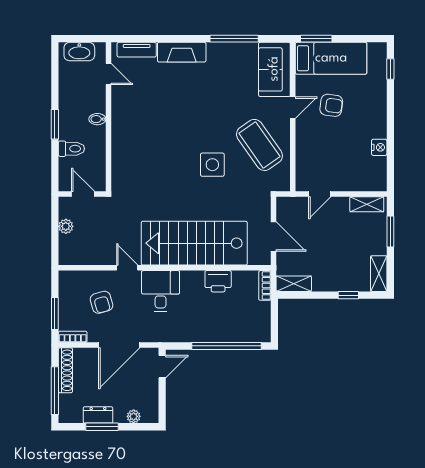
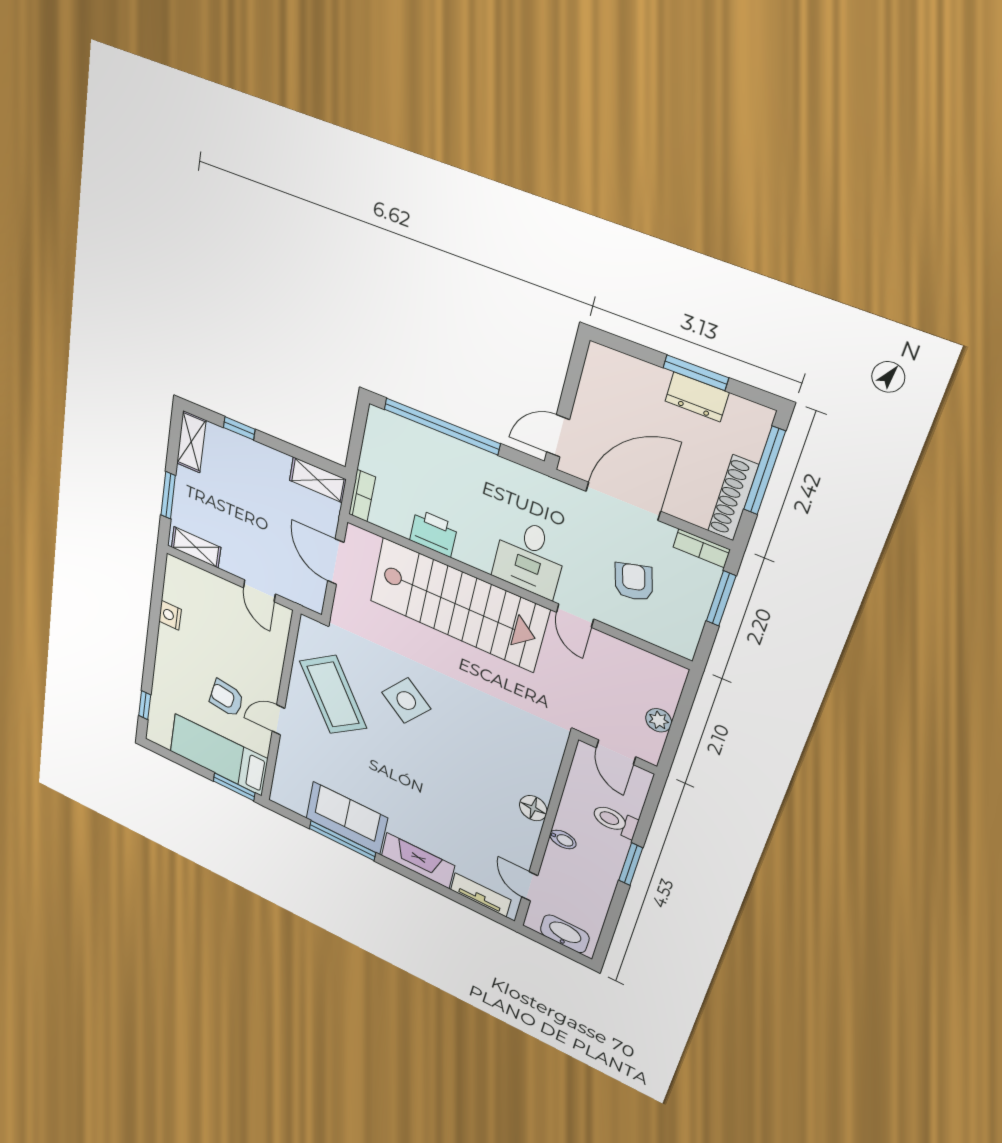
sofa: (274, 69) -> (347, 818), moved, turned -90
floor lamp: (120, 131) -> (533, 808), added
side table: (212, 165) -> (406, 701), turned 38
door: (320, 194) -> (259, 591), swing flipped
plant: (134, 416) -> (632, 369), removed

